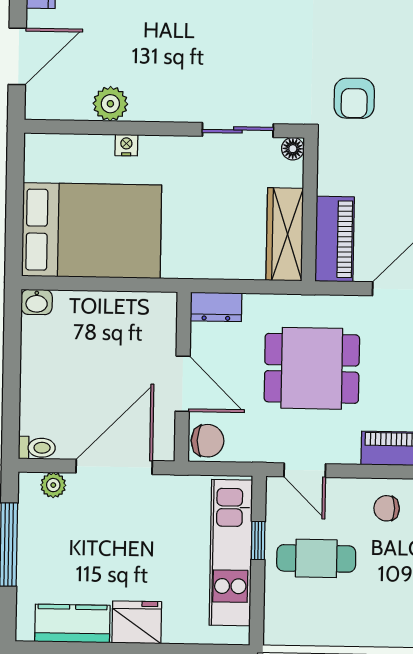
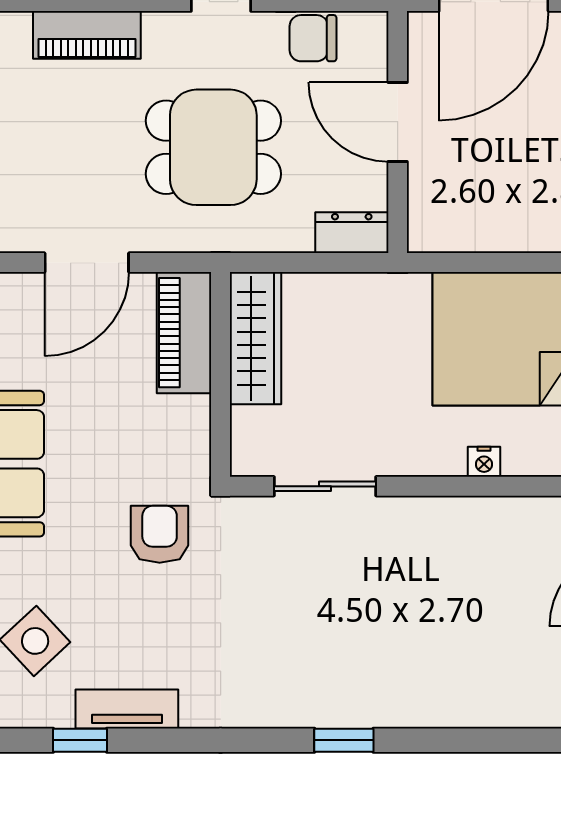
plant: (110, 104) -> (508, 521), removed
floor lamp: (293, 149) -> (246, 461), removed
chair: (208, 441) -> (313, 38), moved

